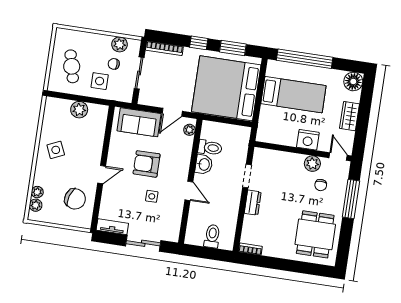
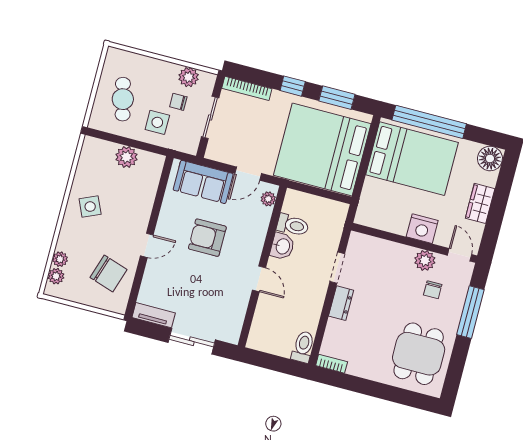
bed: (293, 95) -> (412, 159), width x1.50
side table: (152, 196) -> (210, 281), removed
toilet: (212, 236) -> (303, 347), moved

